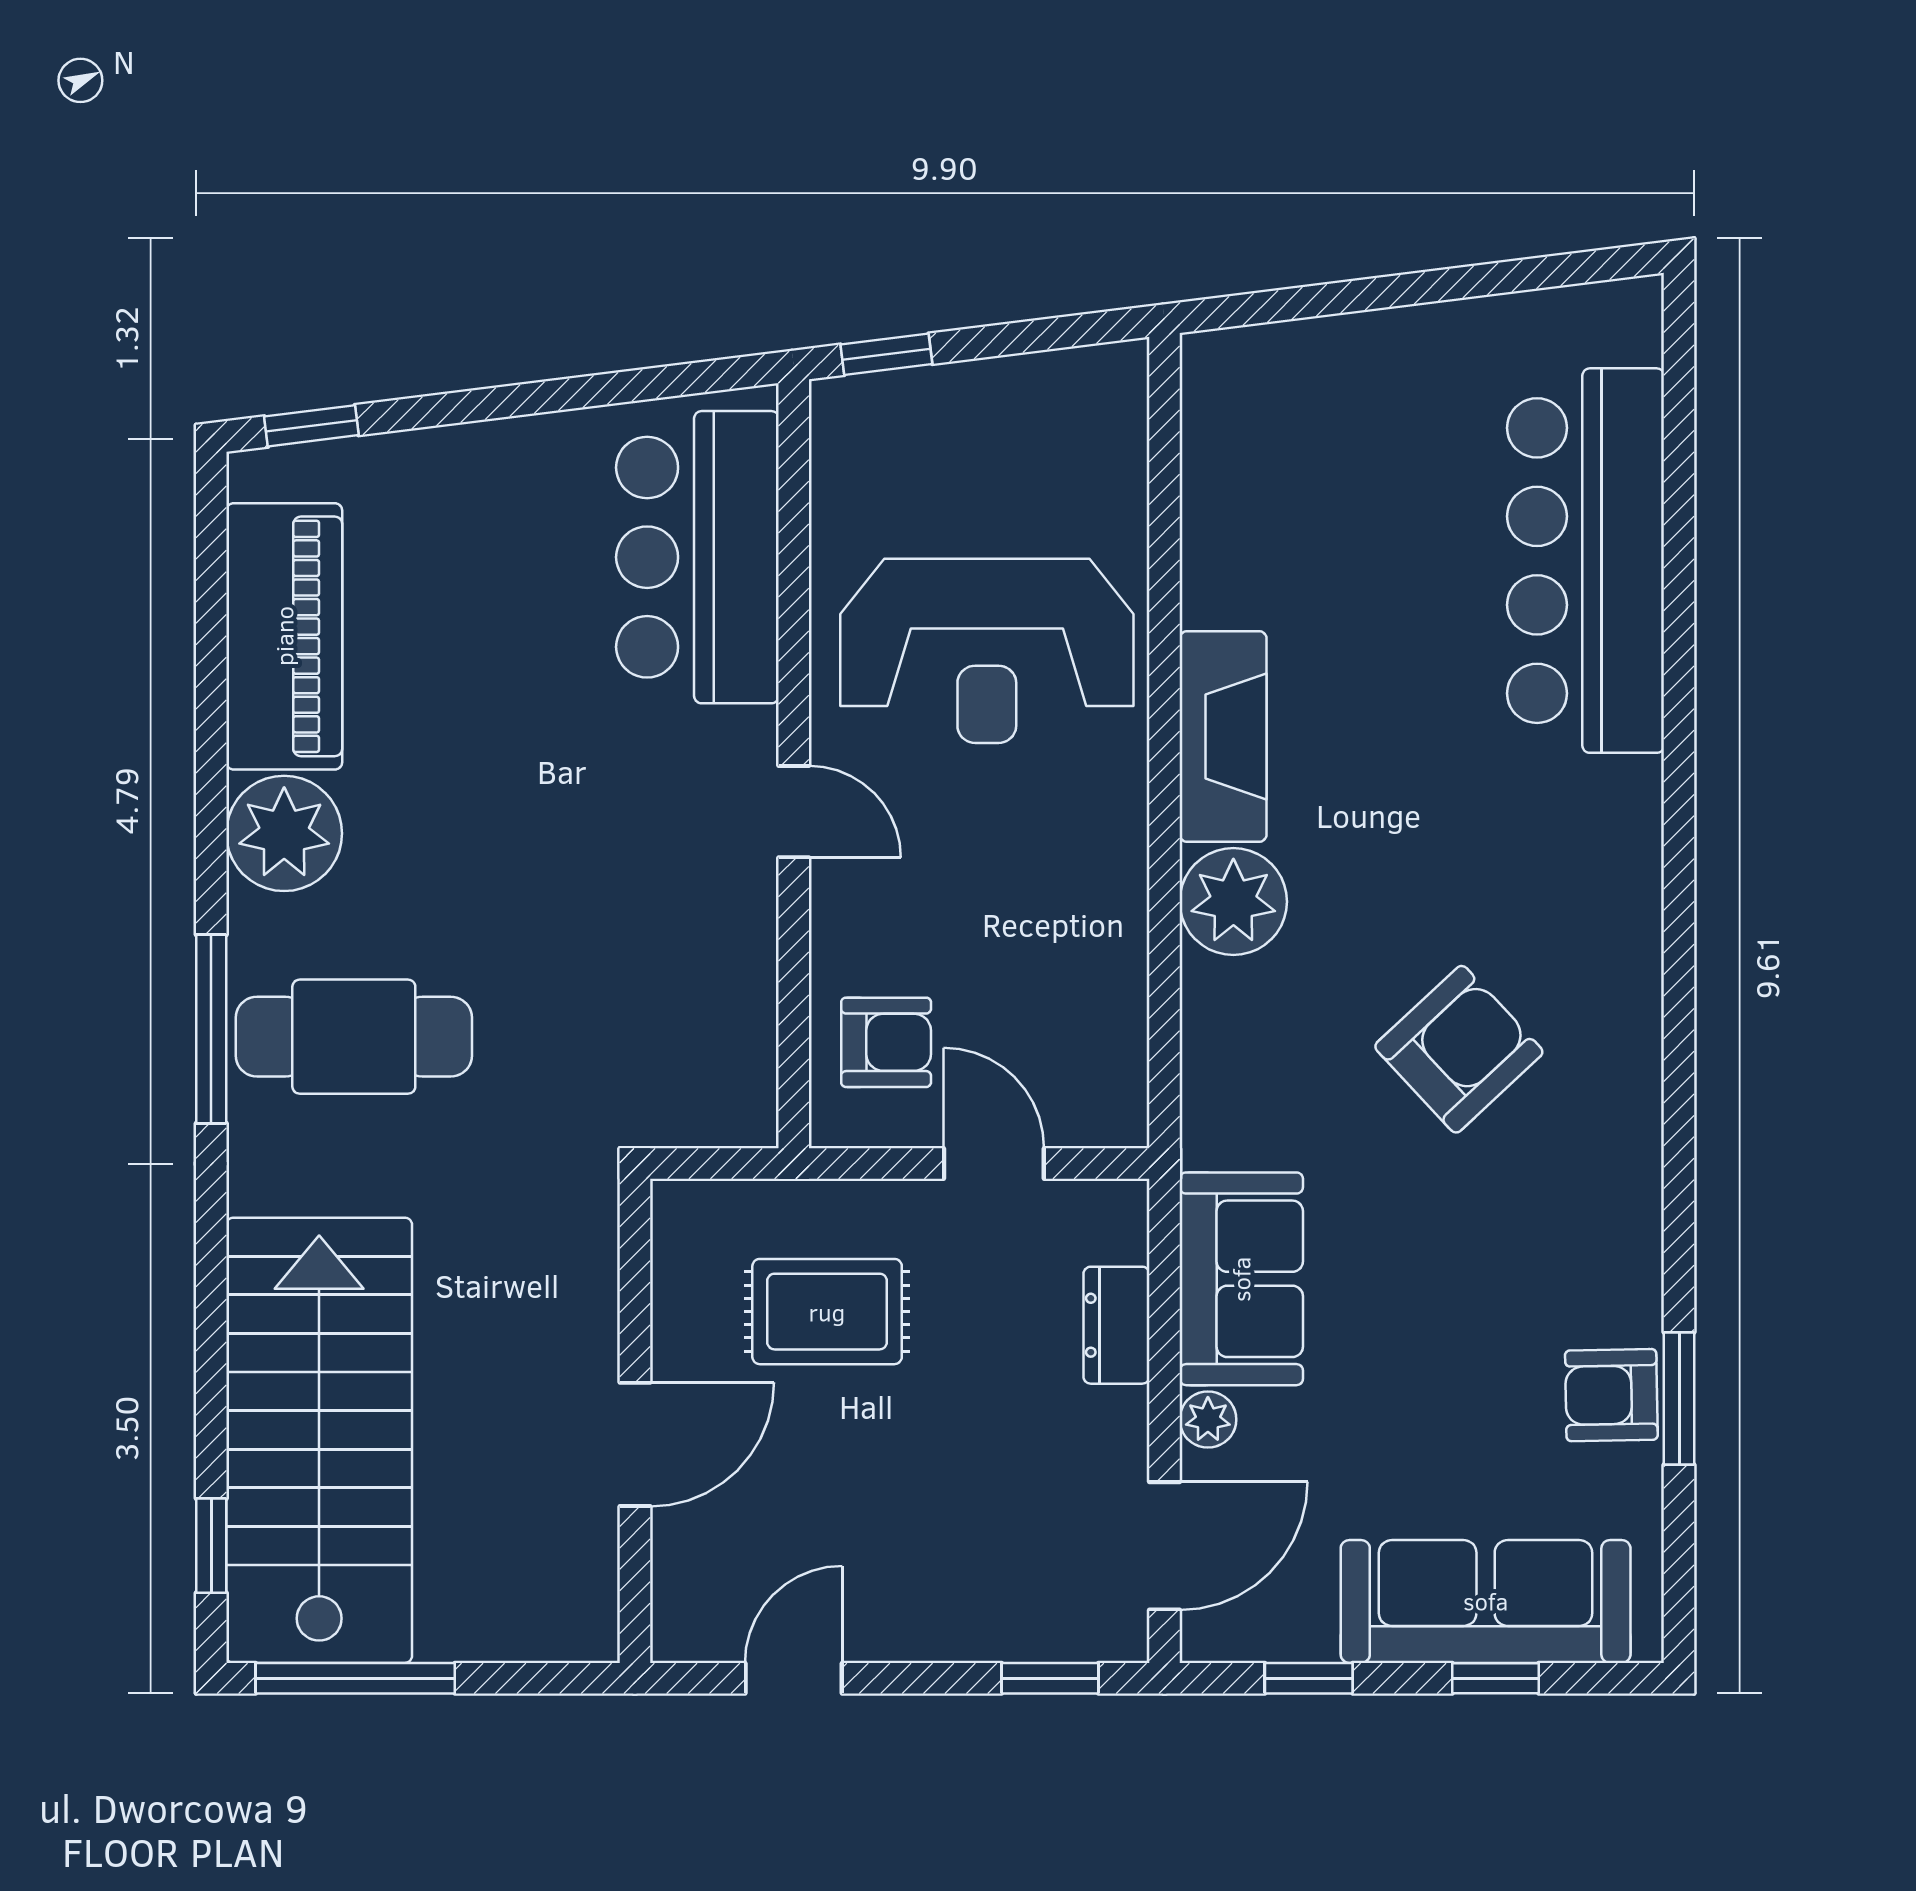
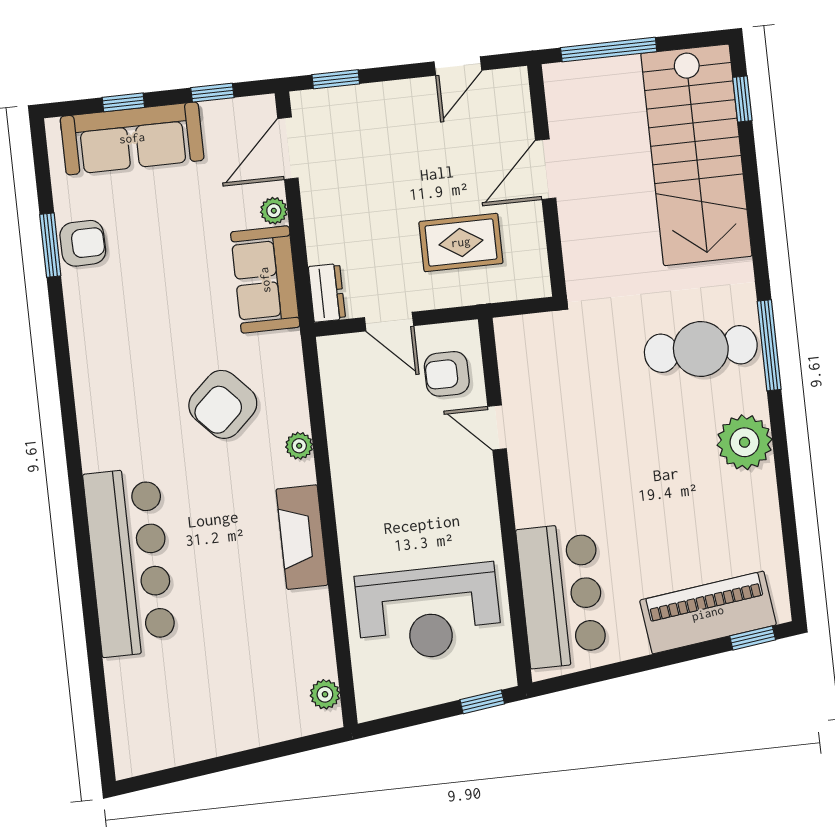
plant: (1211, 405) -> (325, 694), added
bar counter: (1586, 561) -> (130, 562), moved
piano: (284, 636) -> (708, 613), moved, turned 83
reception desk: (987, 651) -> (429, 613), moved, turned 180
door: (794, 812) -> (497, 427), moved
plant: (1233, 902) -> (299, 446), width x0.53, depth x0.53
armchair: (1459, 1049) -> (223, 404), moved
dresser: (1116, 1325) -> (327, 293), moved
window: (355, 1678) -> (609, 50), moved

